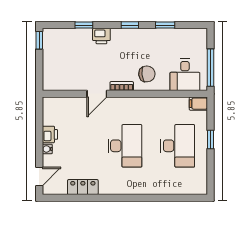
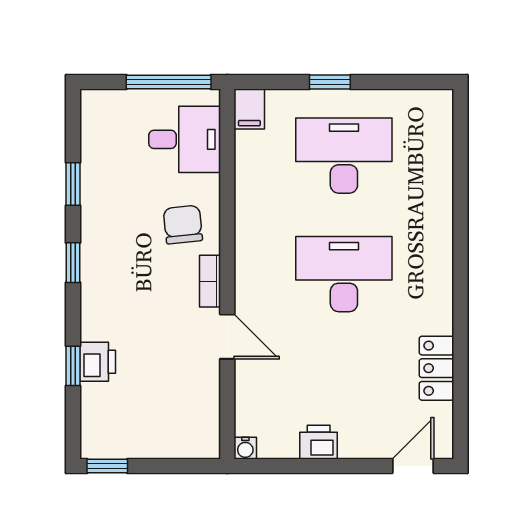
printer: (101, 36) -> (98, 362), moved
water cooler: (47, 149) -> (245, 448), moved
door: (39, 177) -> (413, 466), hinge flipped

